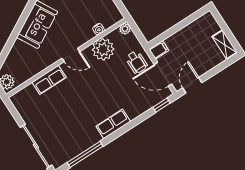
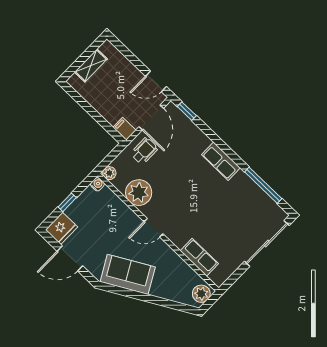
water cooler: (99, 29) -> (97, 184), moved
shelving: (225, 45) -> (91, 66), moved
door: (71, 55) -> (153, 228), swing flipped
row of seats: (49, 80) -> (199, 257), moved

